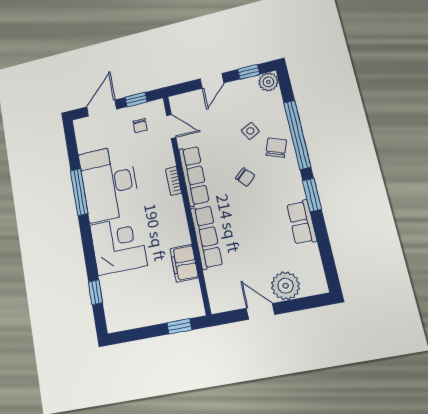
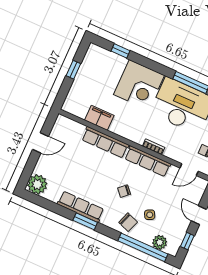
plant: (268, 82) -> (160, 242), moved
window: (297, 135) -> (143, 247), moved
row of seats: (302, 222) -> (81, 207), width x1.48
plant: (286, 286) -> (37, 184), moved
window: (179, 326) -> (73, 70), moved

